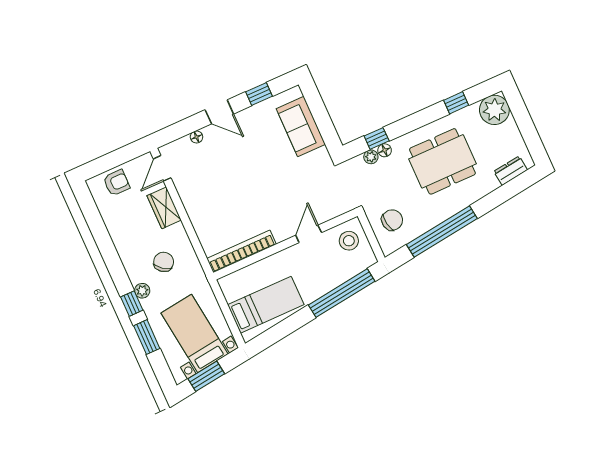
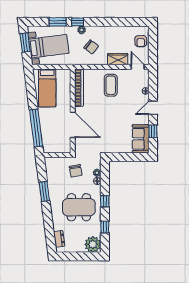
sofa: (301, 127) -> (141, 139), moved, turned -90
window: (377, 138) -> (105, 201), moved
dining table: (442, 161) -> (79, 207), turned 90
coffee table: (213, 200) -> (111, 85), added
chair: (392, 220) -> (76, 171), moved
window: (442, 231) -> (44, 191), width x0.47
door: (309, 234) -> (73, 125), width x1.87
stool: (349, 241) -> (60, 143), removed

